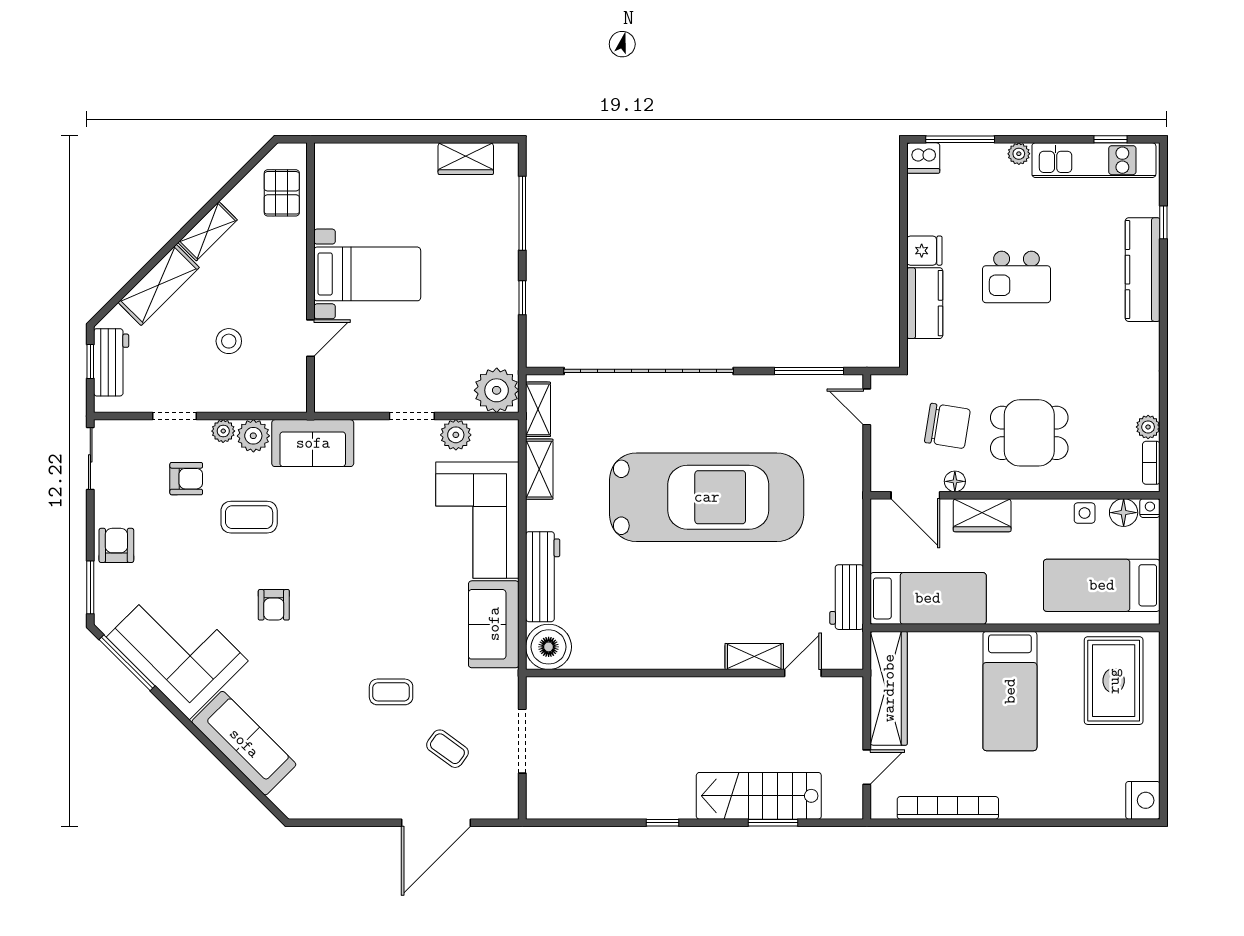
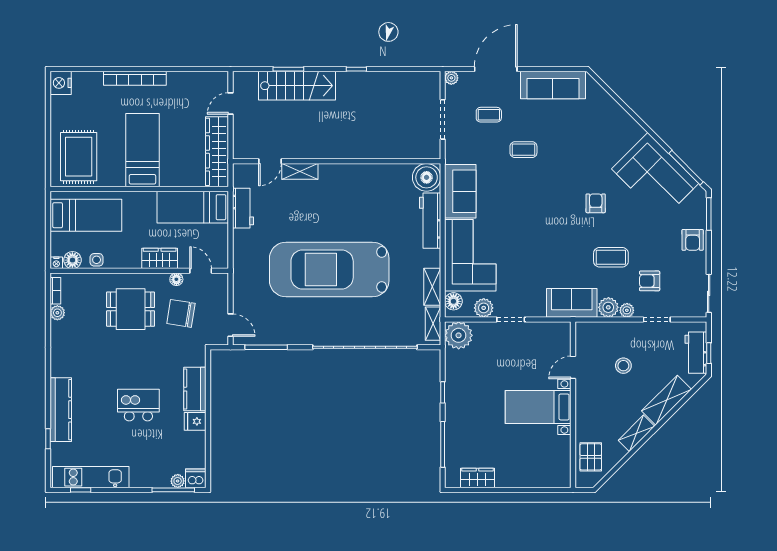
plant: (1019, 154) -> (178, 481), moved
floor lamp: (505, 446) -> (453, 301), added
door: (915, 495) -> (201, 271), width x0.73
sofa: (244, 743) -> (553, 85), moved, turned -45
coffee table: (447, 749) -> (489, 115), turned -36
bookcase: (948, 808) -> (135, 78), moved
plant: (508, 809) -> (451, 78), added

